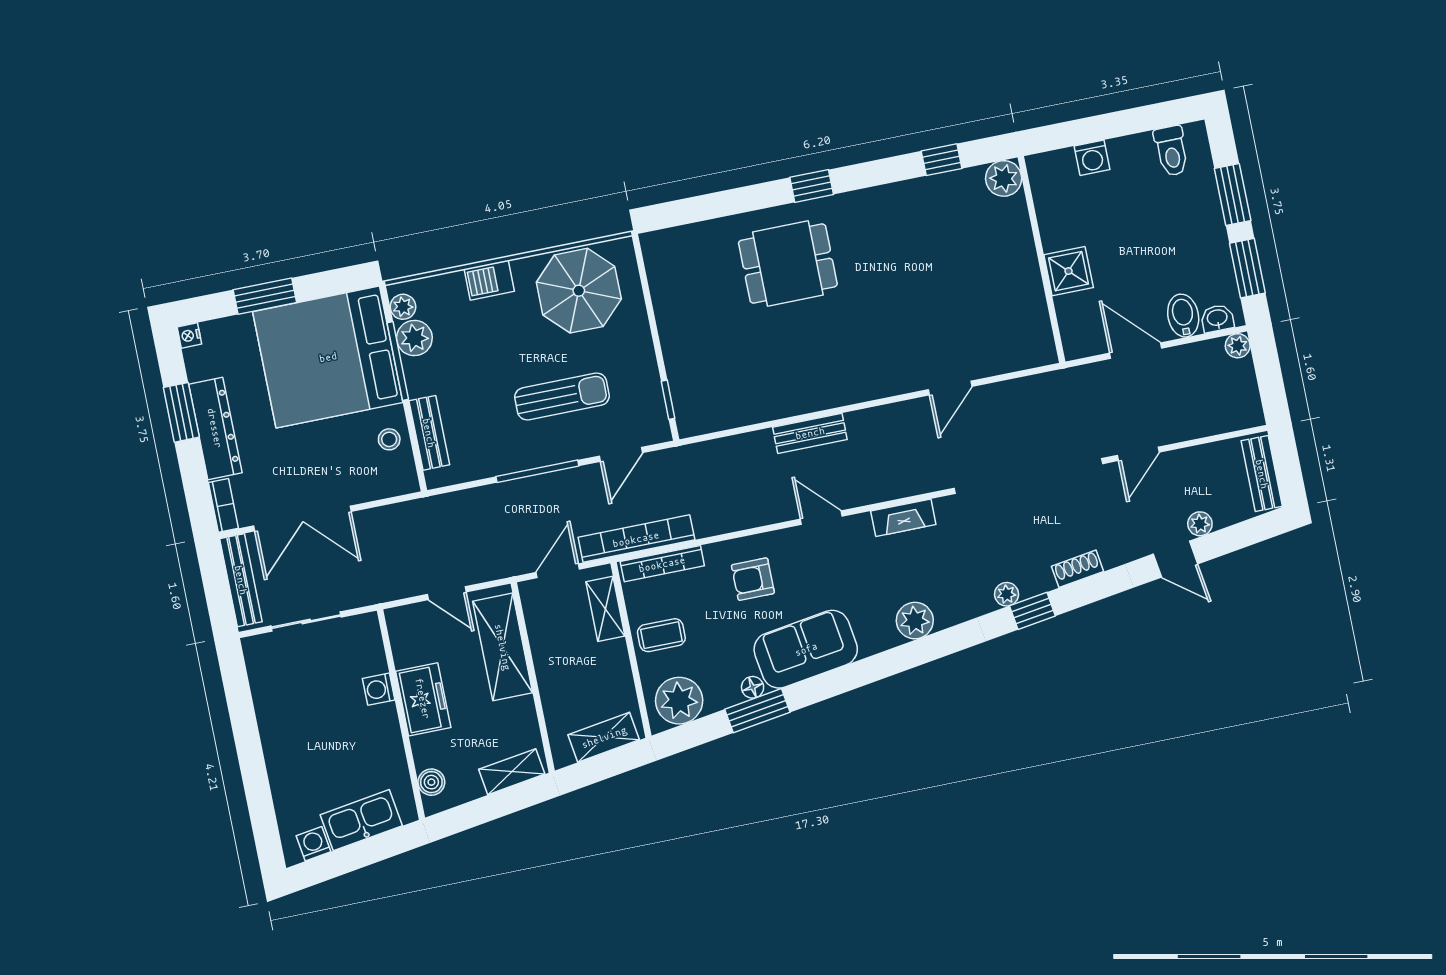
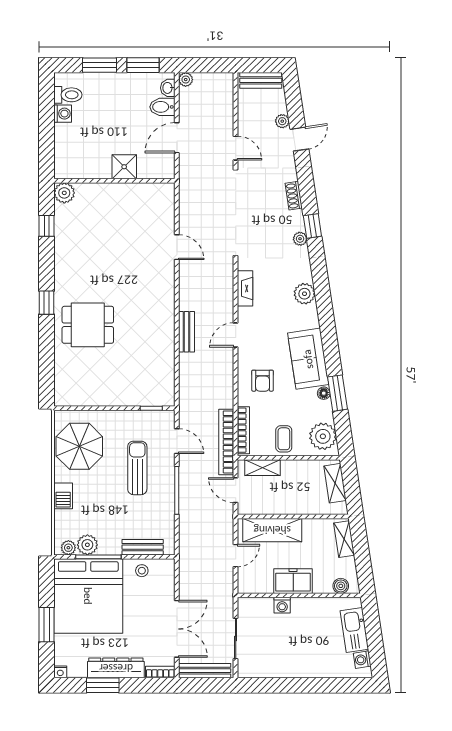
washing machine: (1092, 158) -> (63, 114), moved
dining table: (788, 264) -> (88, 325), turned 90

